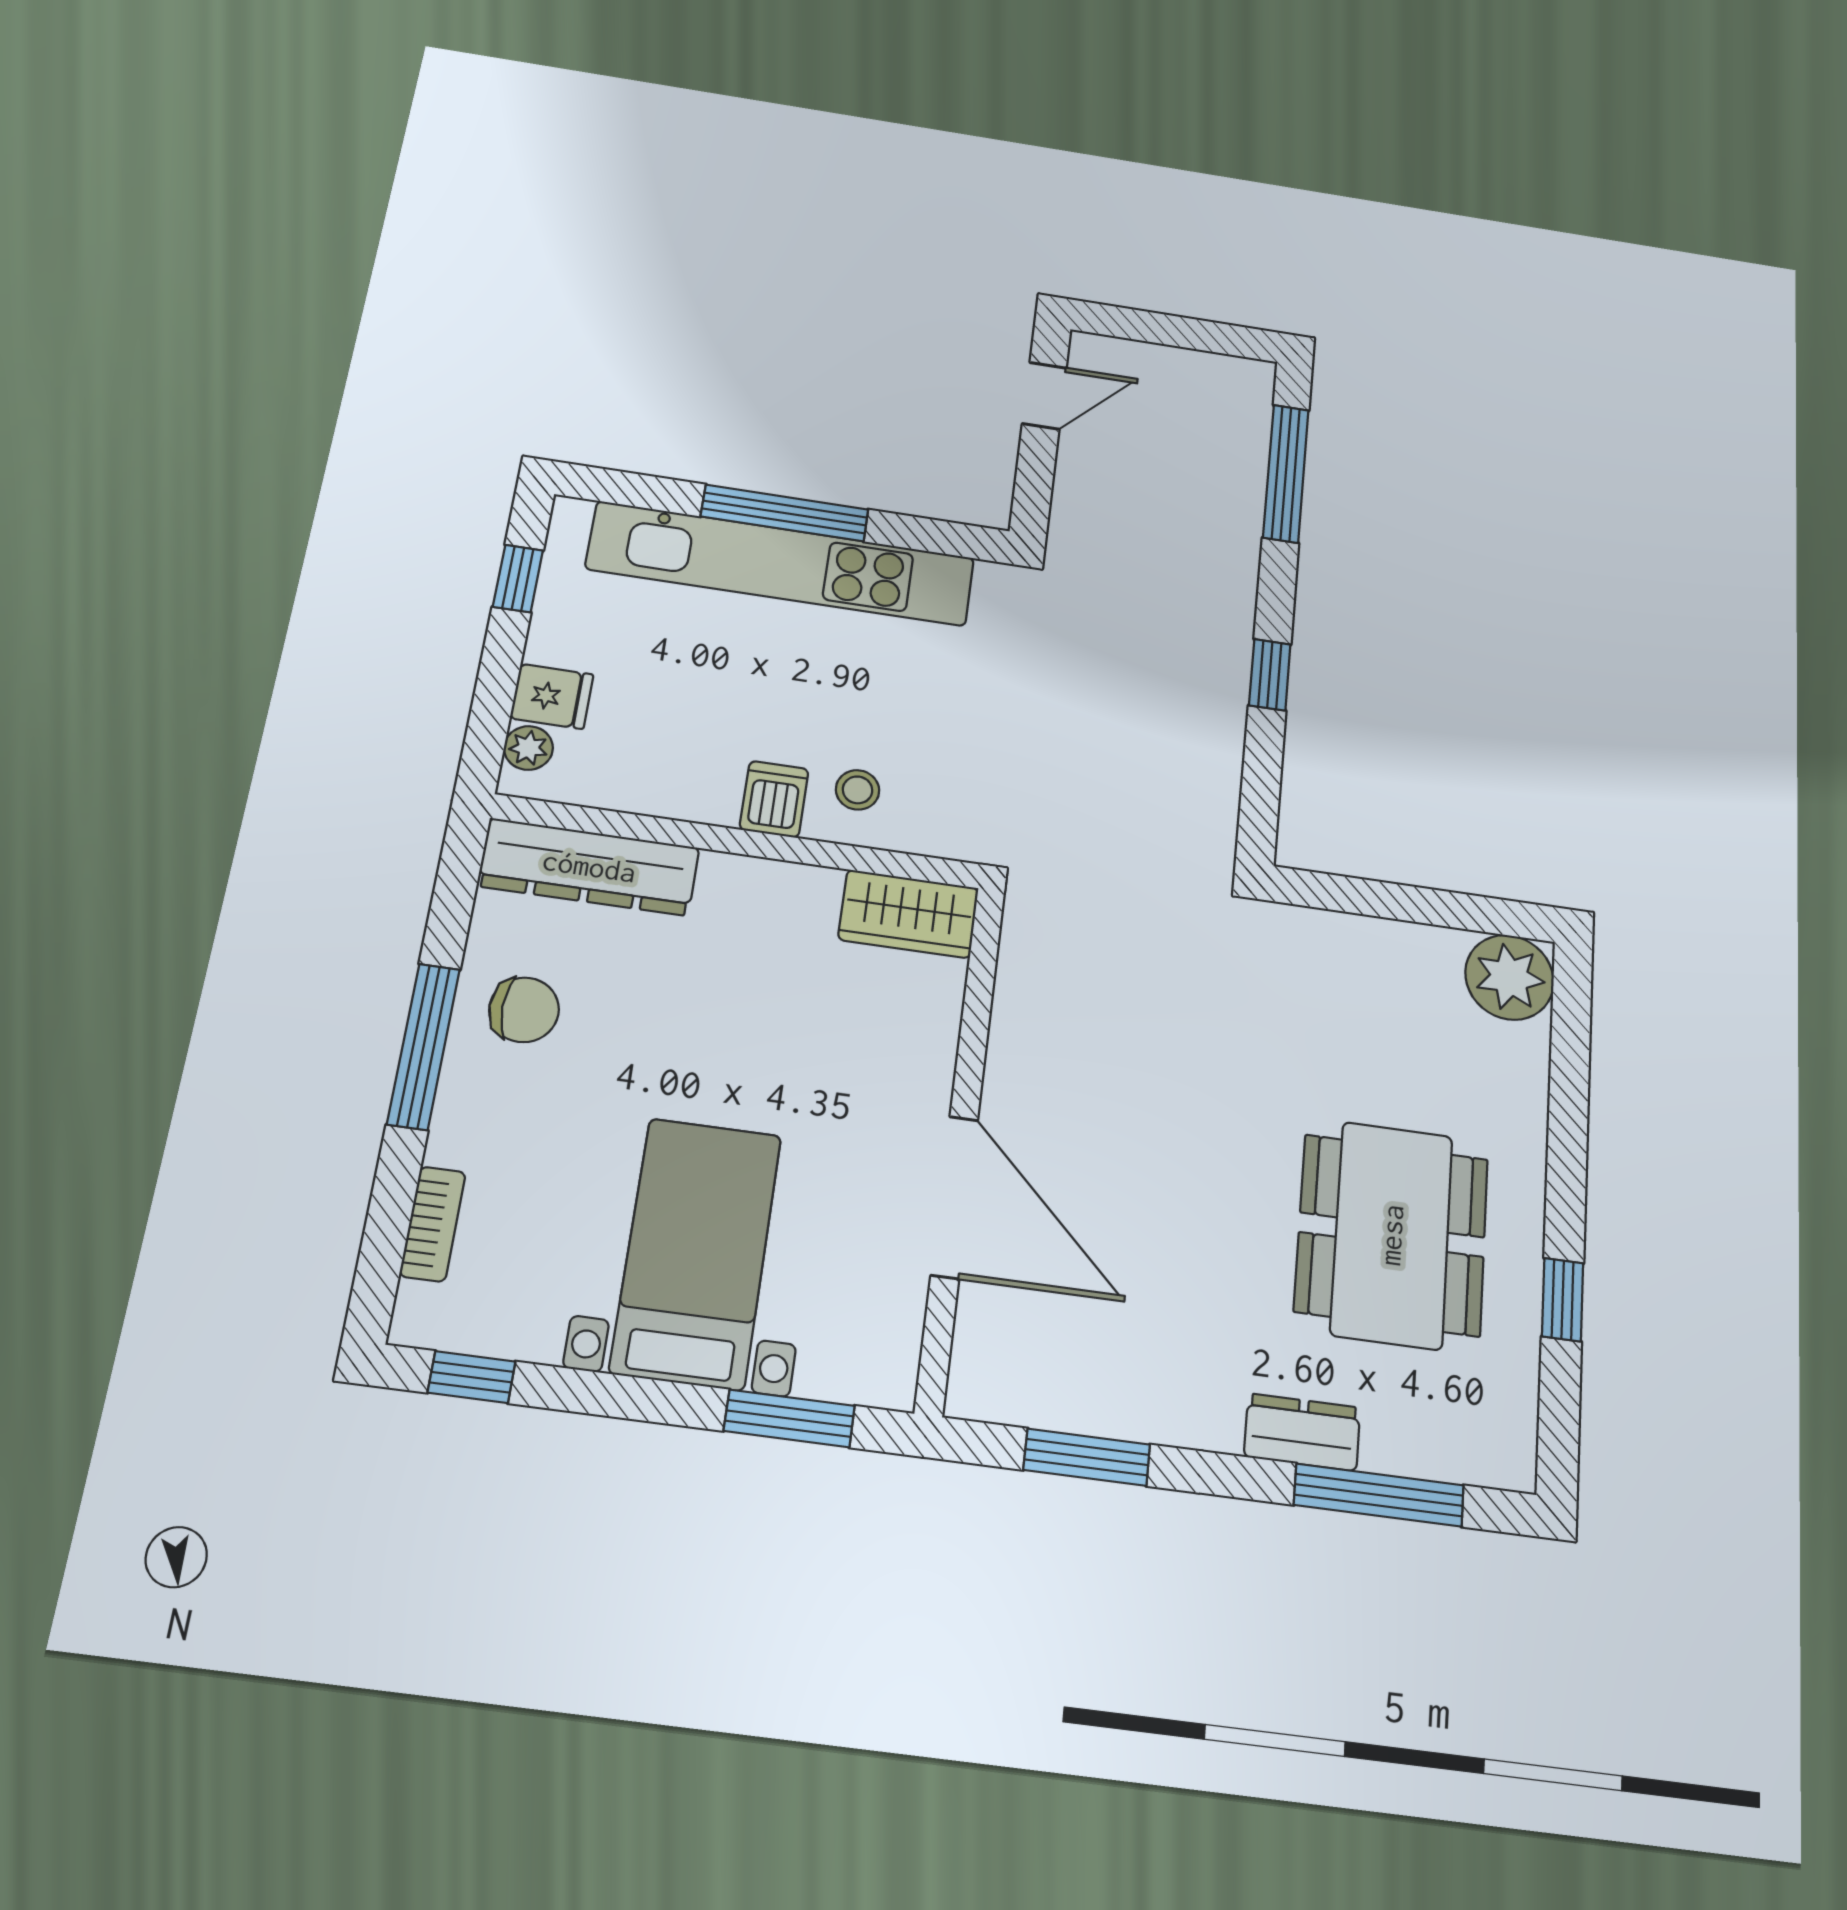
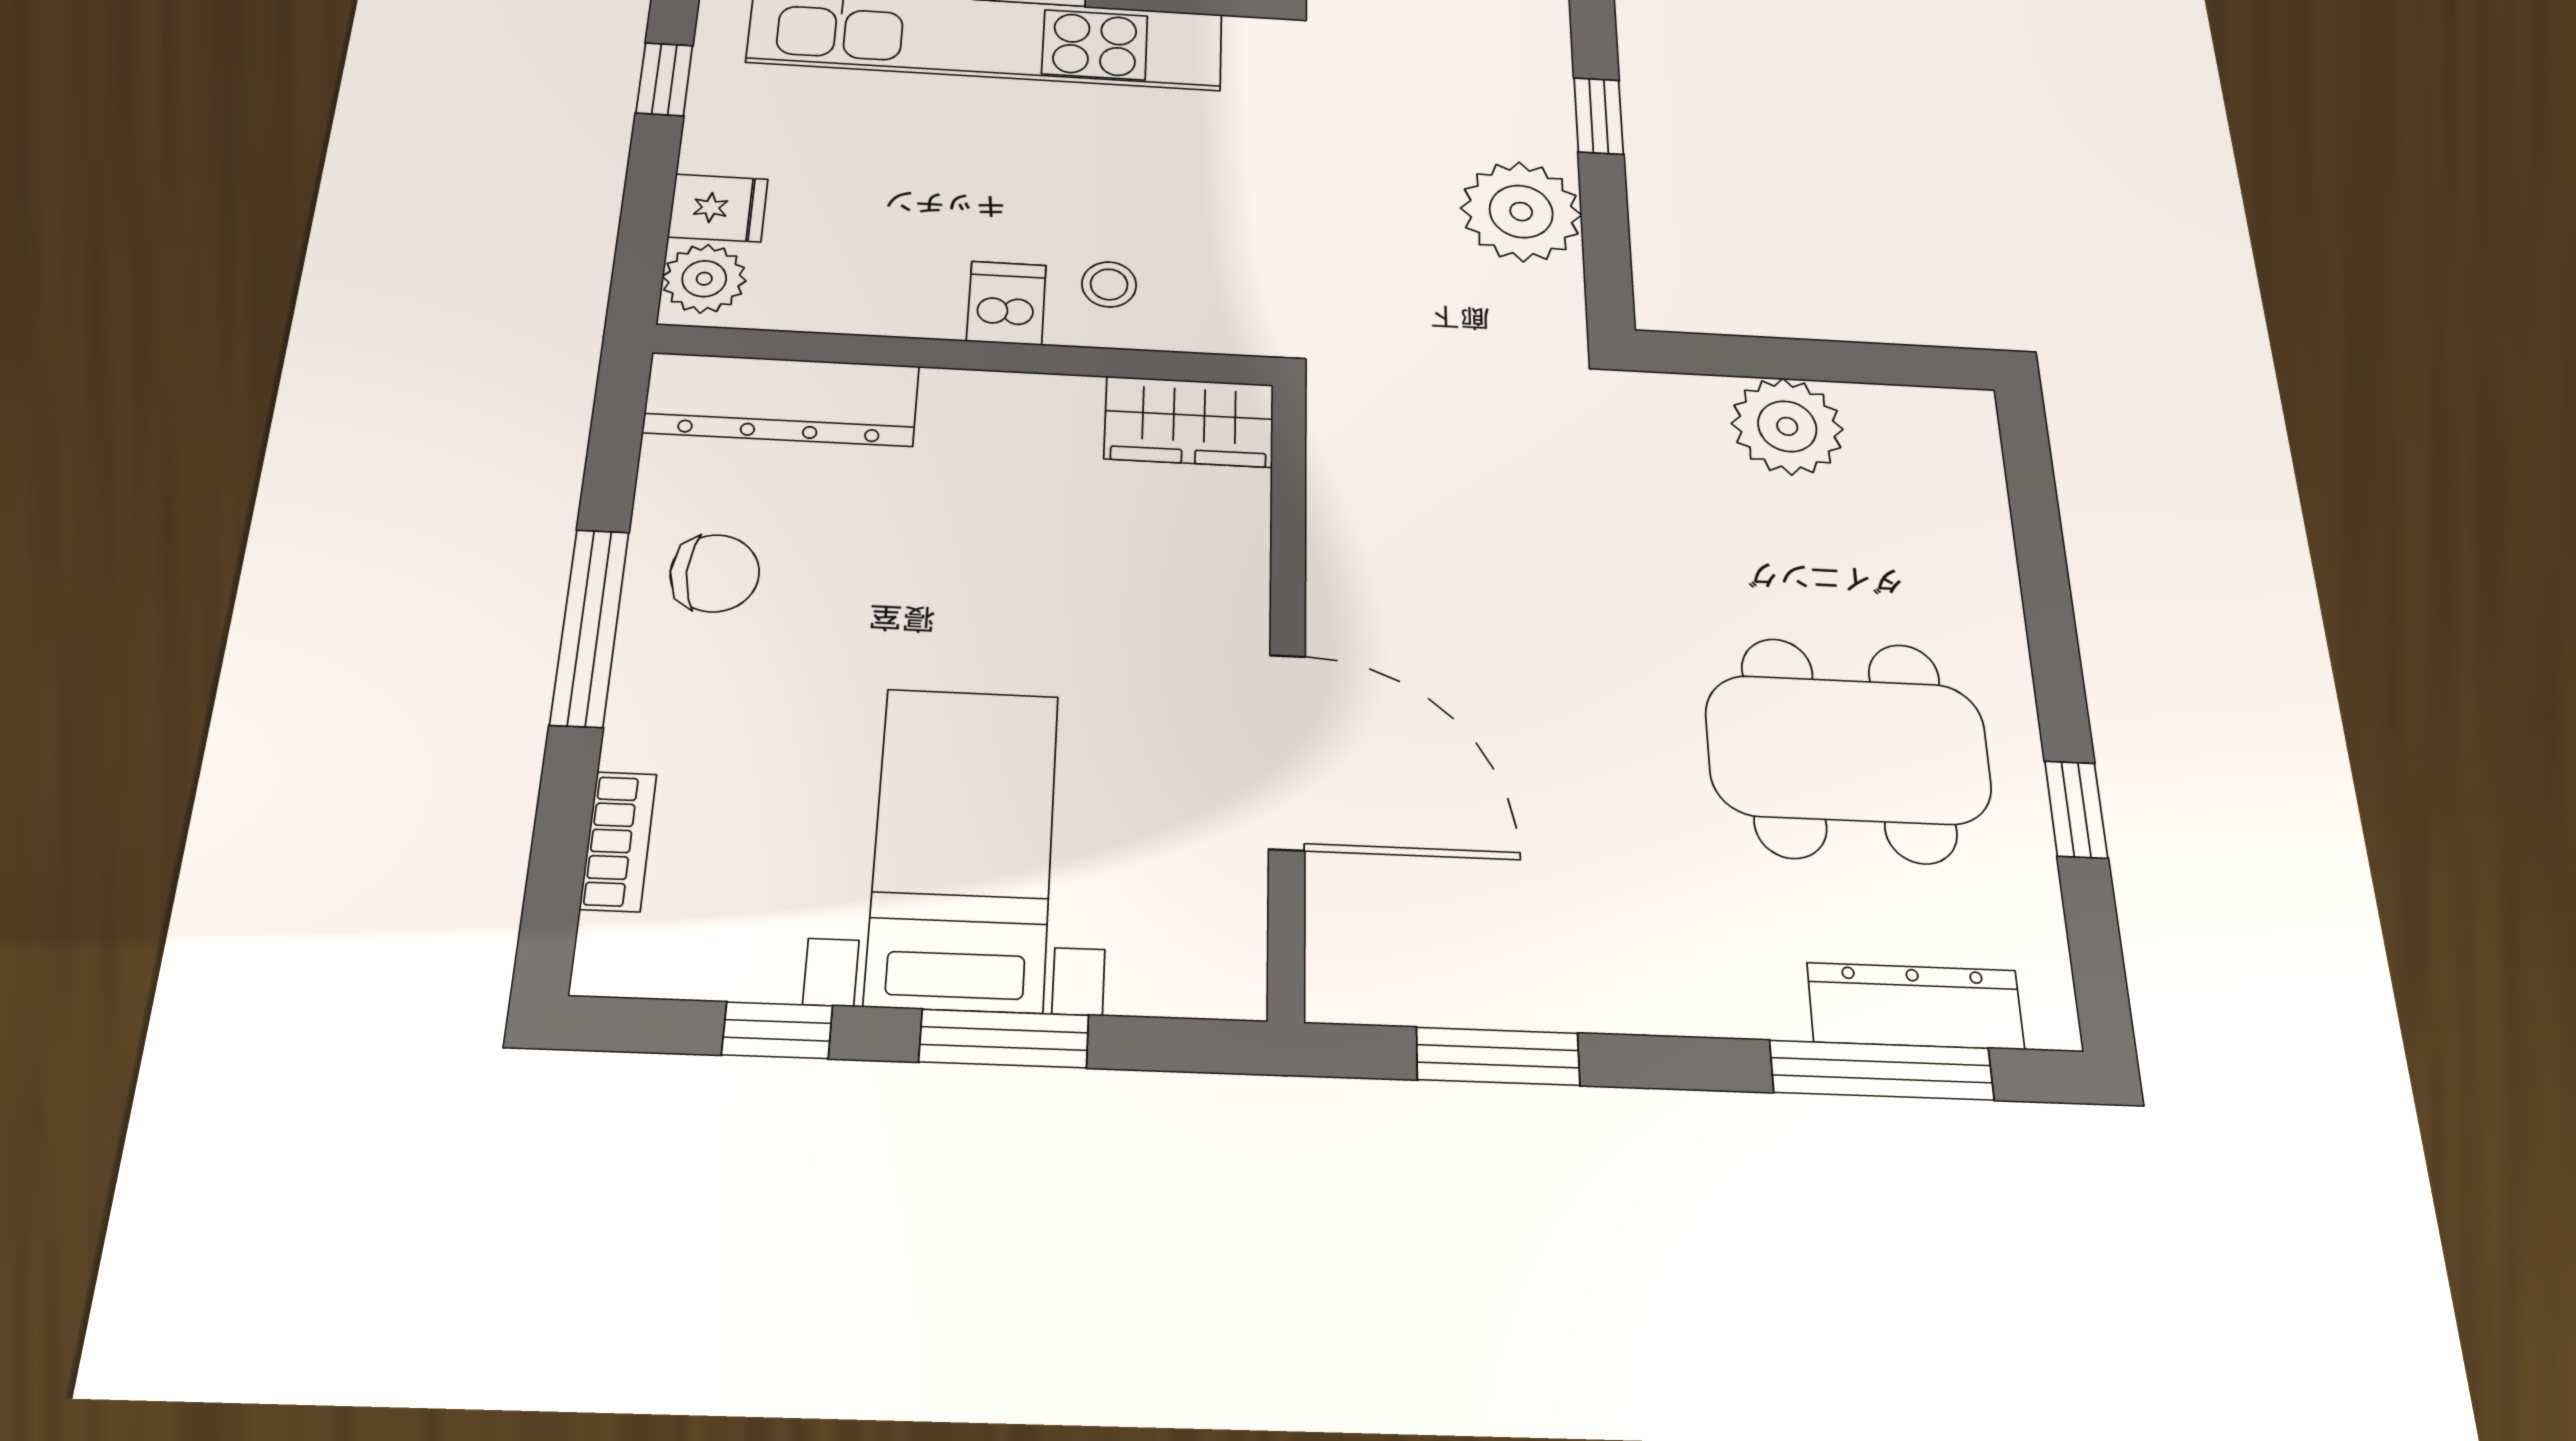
plant: (528, 748) -> (704, 279), width x1.38, depth x1.38
plant: (1196, 754) -> (1521, 212), added
plant: (1510, 977) -> (1787, 426), moved
dining table: (1392, 1235) -> (1848, 750), turned 90
window: (471, 1377) -> (777, 1030), moved
window: (789, 1418) -> (1004, 1038), moved
dresser: (1302, 1432) -> (1915, 1006), moved, width x1.44

